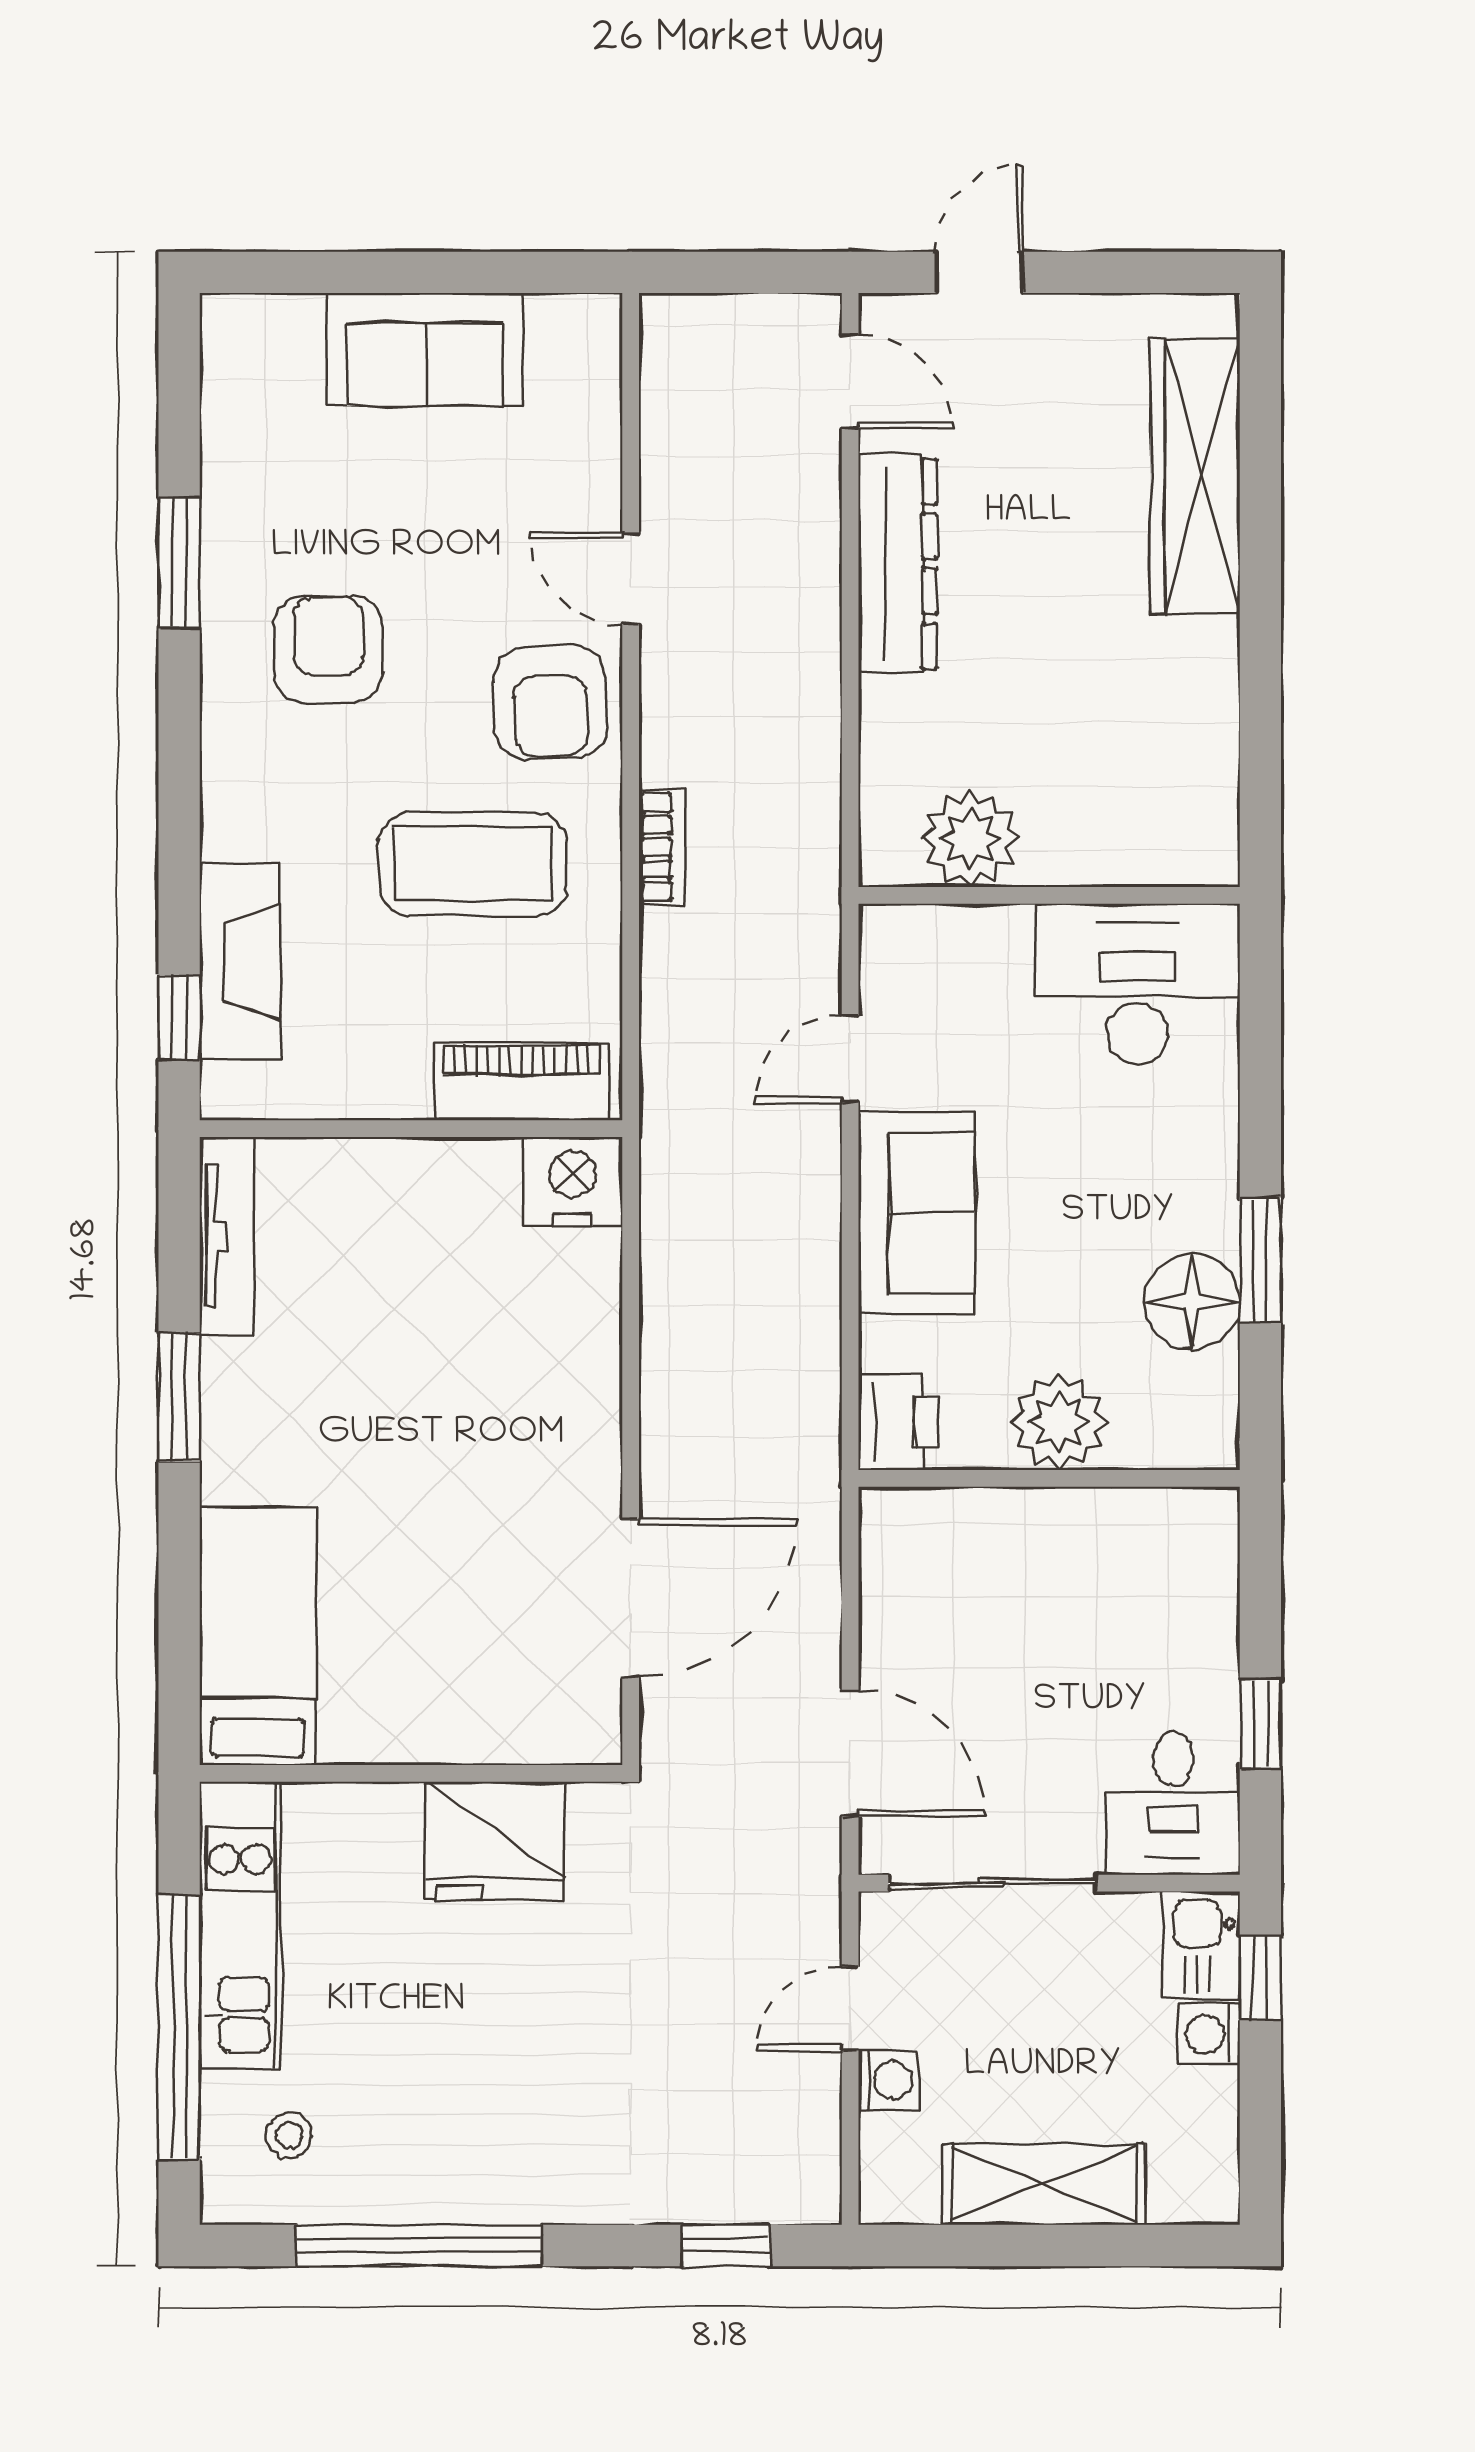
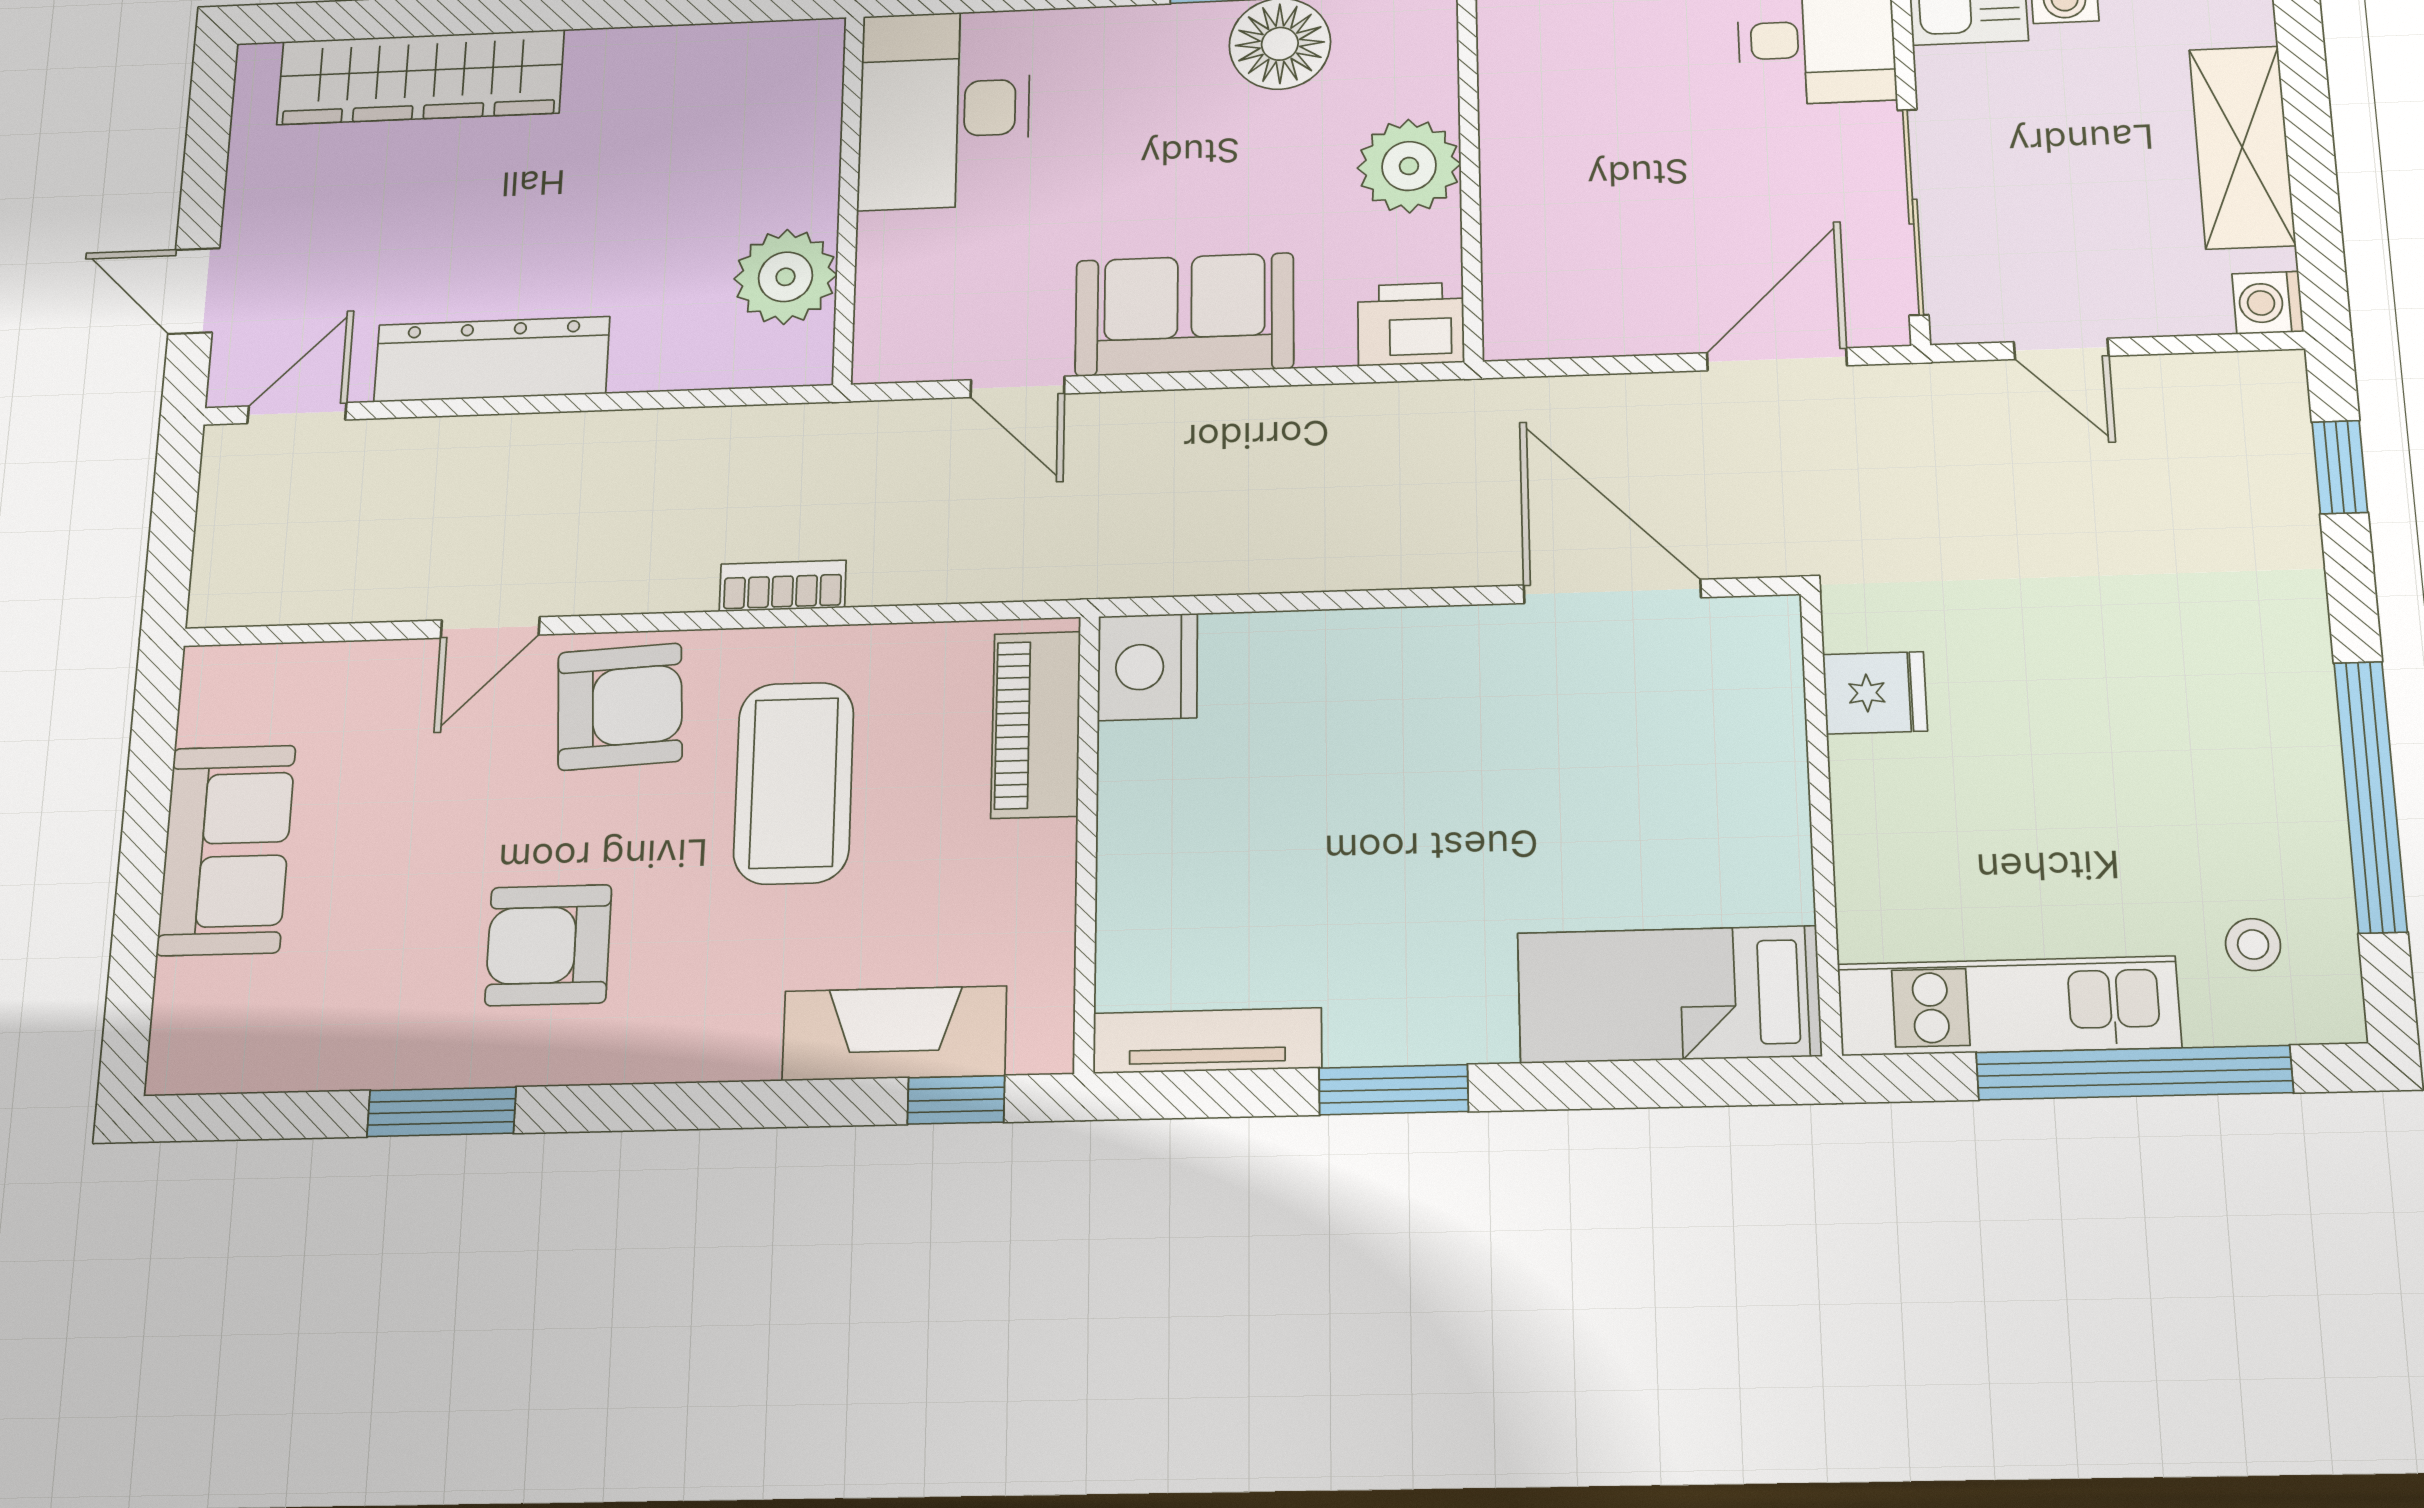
fridge: (495, 1841) -> (1875, 693), width x0.53, depth x0.75
washing machine: (888, 2080) -> (2268, 303), moved, turned -90

